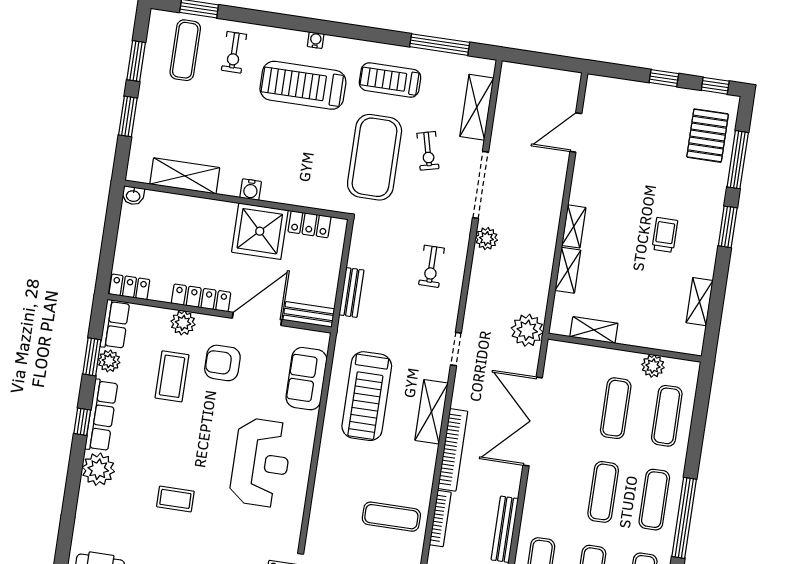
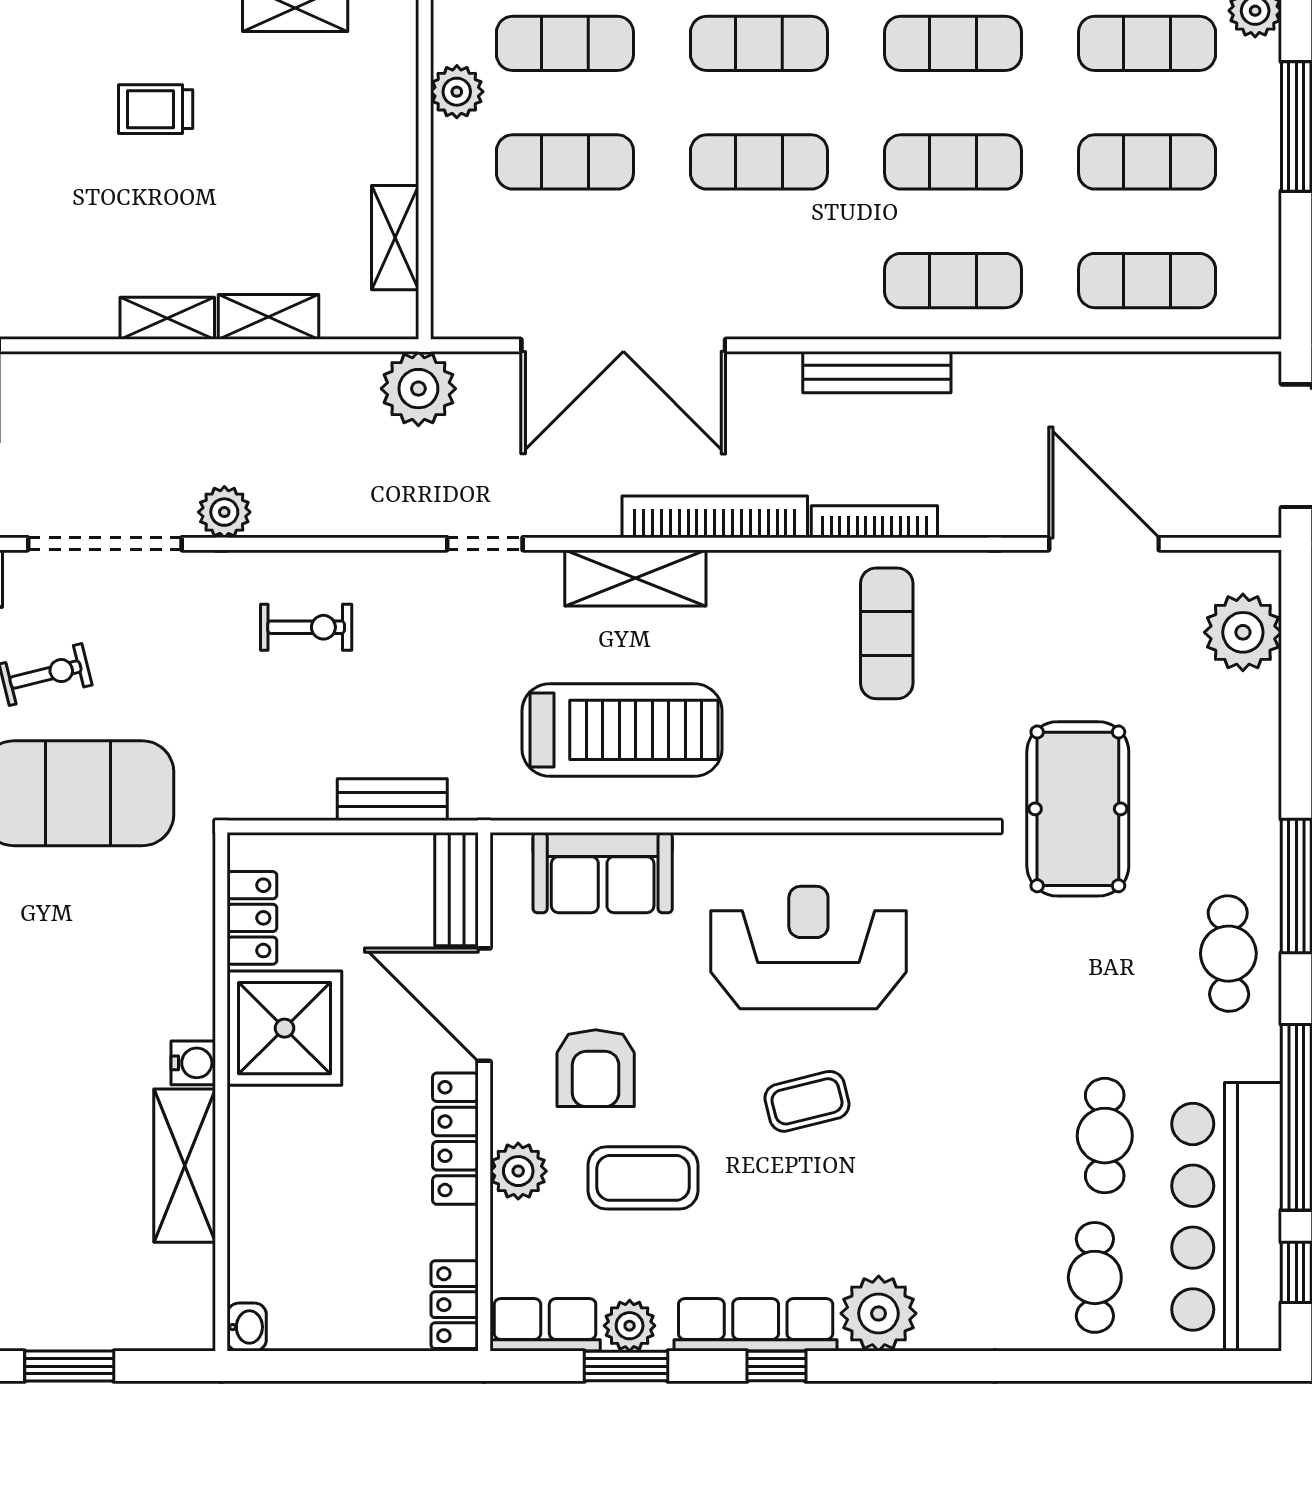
shelving: (185, 176) -> (185, 1166), moved
coffee table: (175, 499) -> (807, 1101), moved, turned 76

